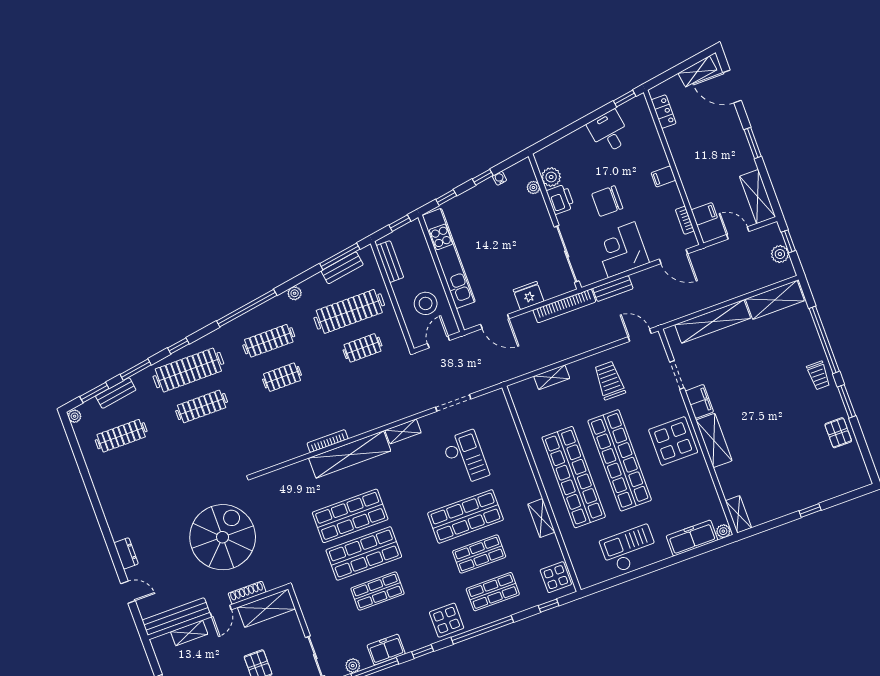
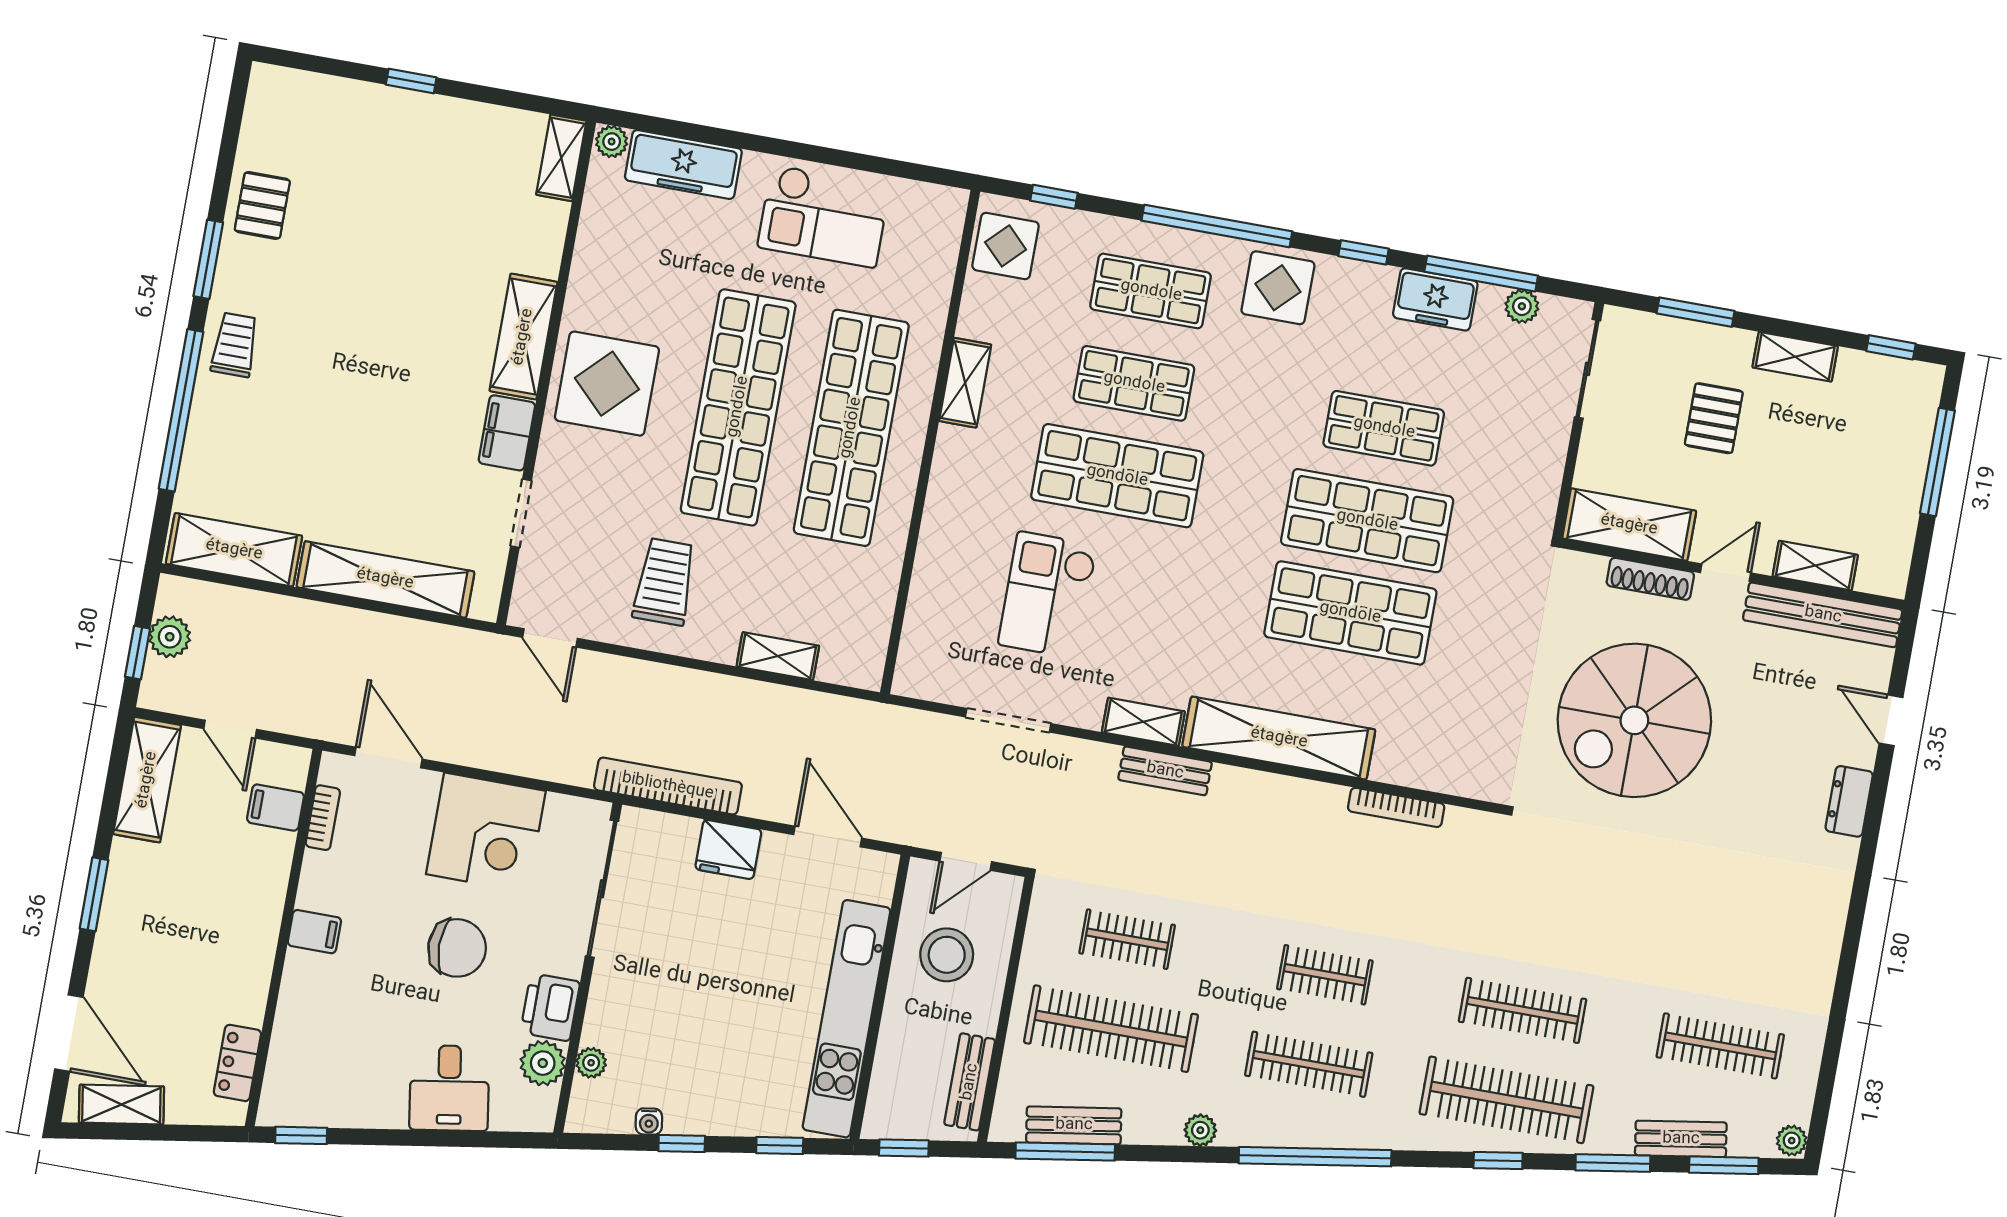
desk: (609, 132) -> (449, 1088), moved
bench: (613, 288) -> (1165, 771), moved
trolley: (609, 380) -> (664, 582), turned 180
bookcase: (328, 441) -> (1396, 807), moved

